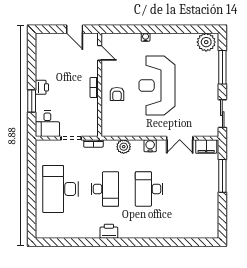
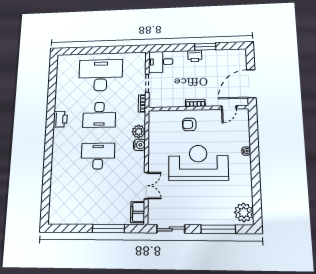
door: (75, 29) -> (251, 84), width x1.88
window: (32, 101) -> (205, 47), moved
double door: (180, 138) -> (146, 186), swing flipped
water cooler: (150, 146) -> (139, 145), moved

